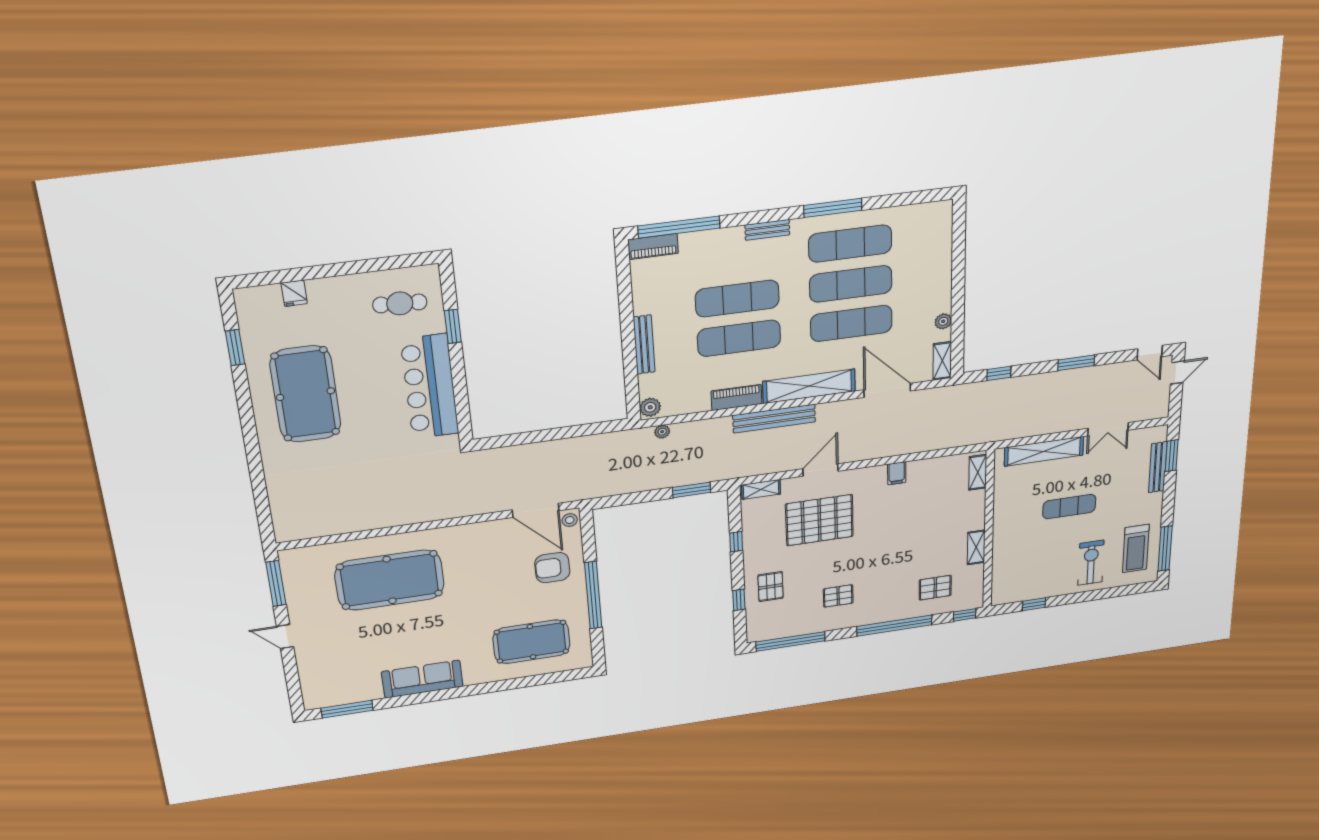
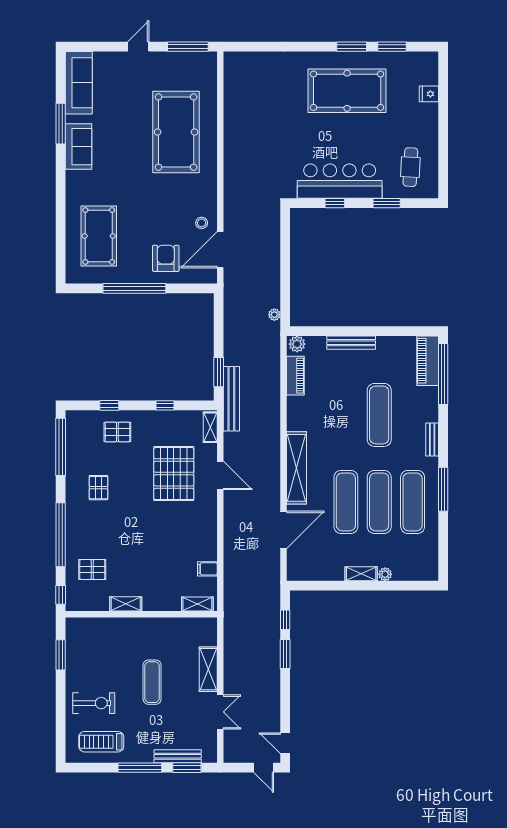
piano: (653, 247) -> (428, 361), width x1.37, depth x1.33
plant: (943, 321) -> (385, 574), moved
exercise mat: (739, 338) -> (346, 415), removed
door: (1150, 353) -> (285, 743), hinge flipped
shelving: (942, 361) -> (361, 574), moved
window: (1076, 363) -> (285, 654), moved
window: (460, 388) -> (335, 203), added
window: (243, 397) -> (352, 47), added
piano: (736, 397) -> (295, 376), moved
bench: (774, 419) -> (231, 399), moved
double door: (1108, 429) -> (220, 712), swing flipped
plant: (662, 432) -> (274, 315), moved
shelving: (1044, 451) -> (208, 669), width x0.68
filing cabinet: (897, 473) -> (207, 569), moved
stool: (570, 520) -> (202, 223), moved
window: (1165, 549) -> (140, 768), moved
pallet: (935, 588) -> (92, 570), turned 90
window: (1034, 604) -> (61, 655), width x1.50
sofa: (422, 679) -> (79, 147), width x0.73
sofa: (342, 691) -> (79, 83), added
window: (347, 709) -> (61, 124), moved

